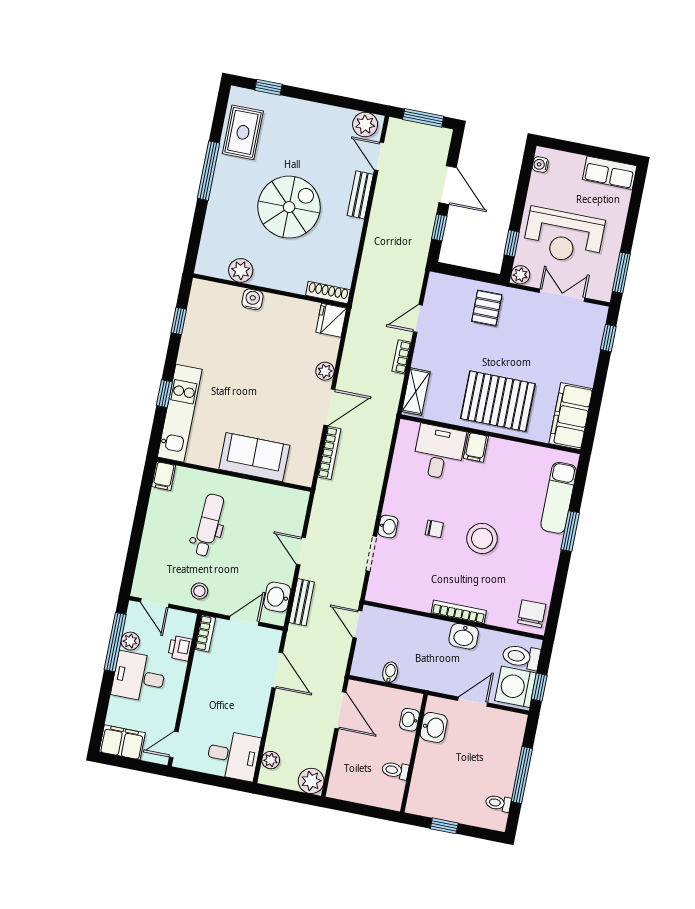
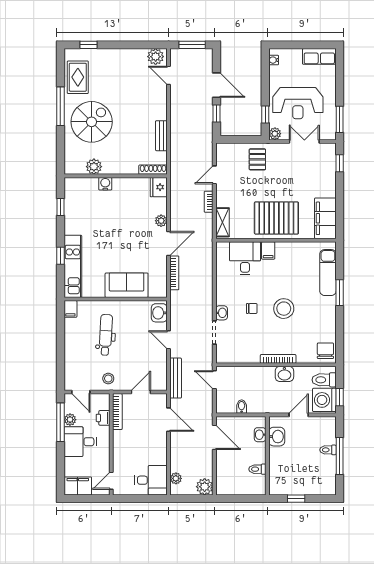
bench: (360, 195) -> (161, 136), moved
spiral stairs: (289, 207) -> (92, 122), moved
washbasin: (277, 597) -> (159, 313), moved
bench: (302, 602) -> (176, 378), width x1.36
bookcase: (205, 633) -> (117, 412), width x1.56
toilet: (498, 803) -> (328, 450), moved

